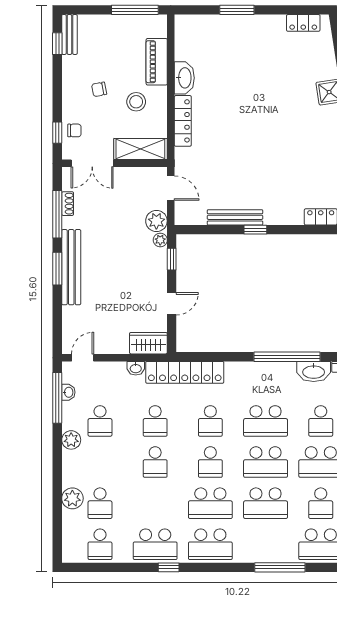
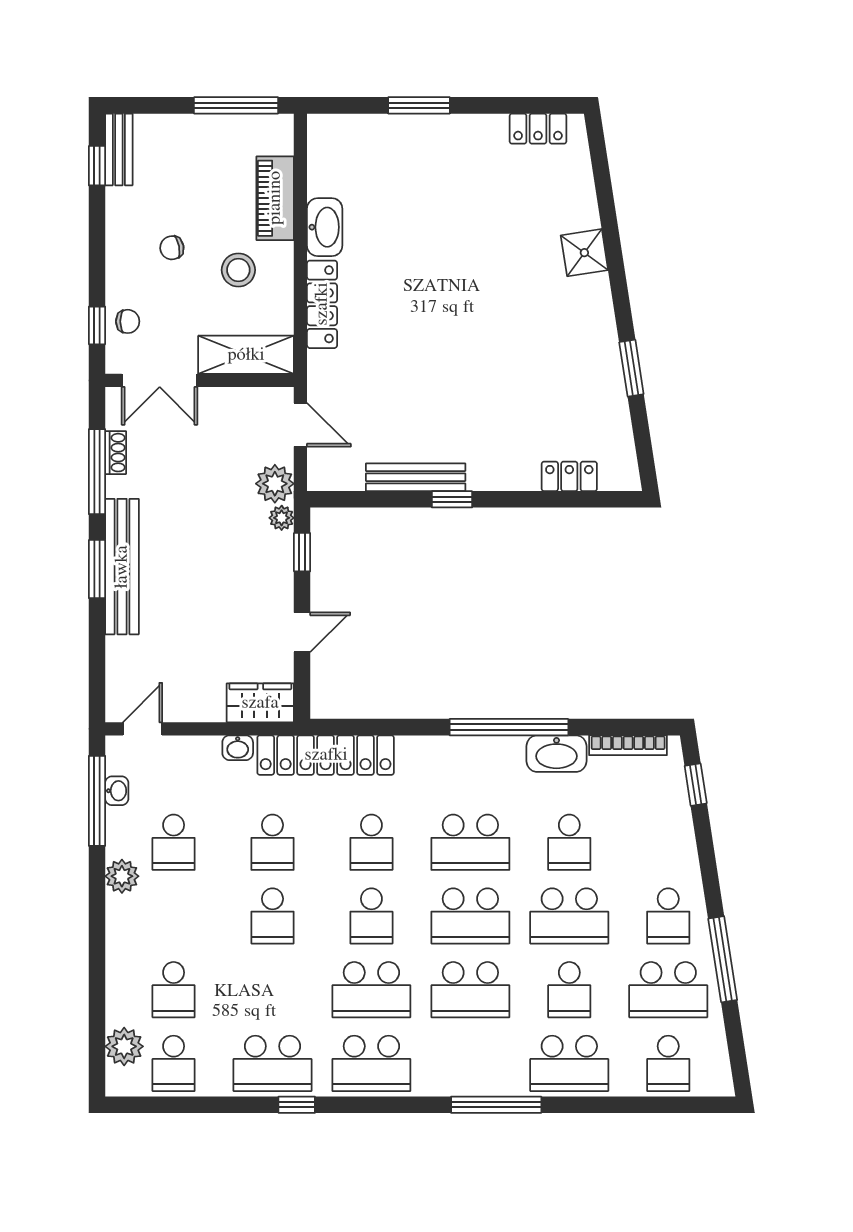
plant: (72, 498) -> (124, 1046), moved

